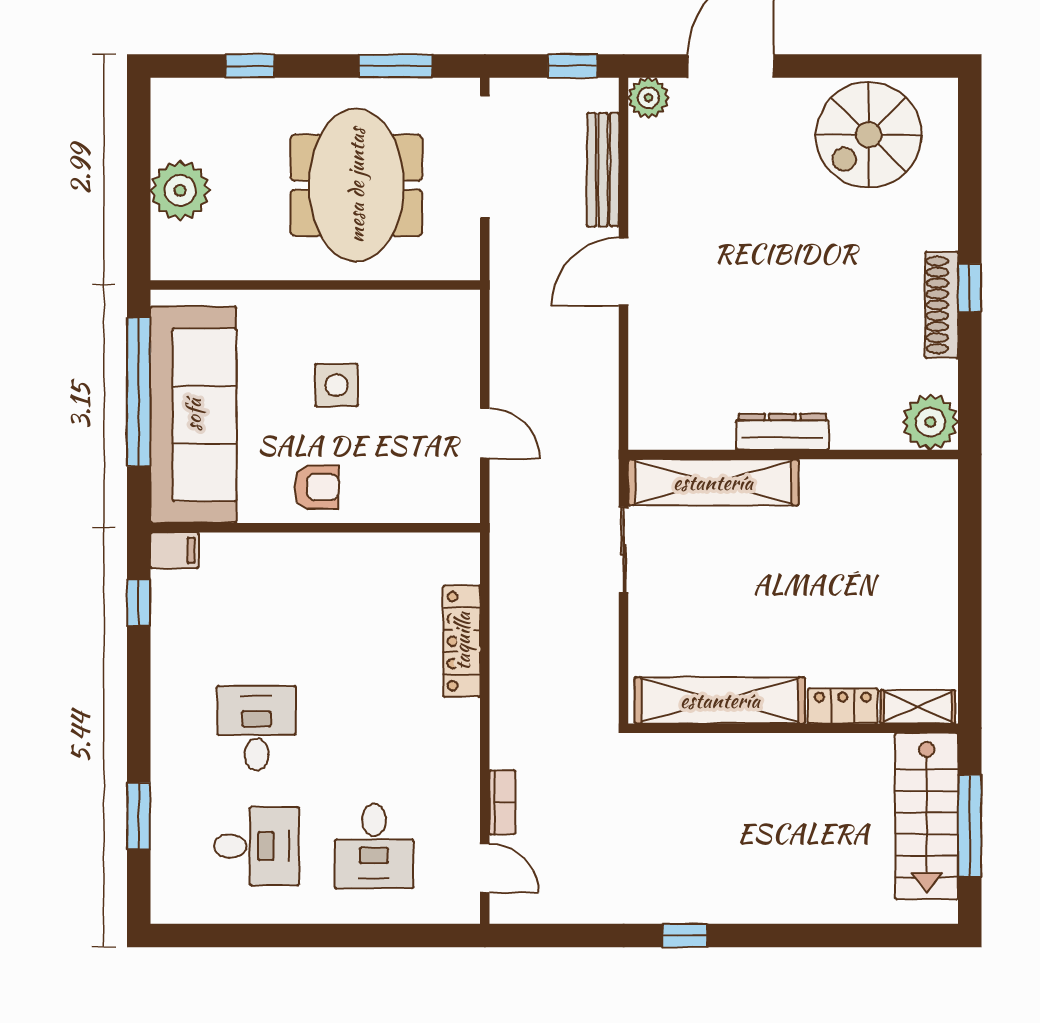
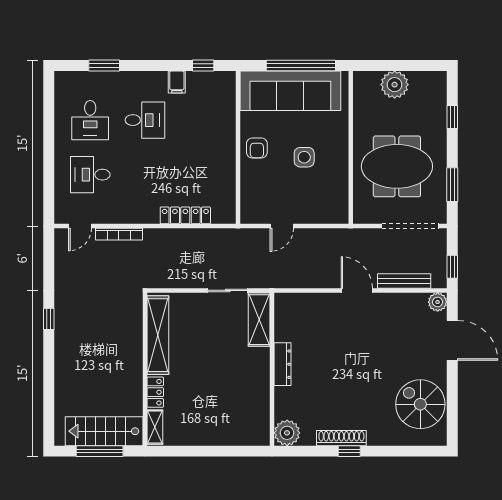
shelving: (713, 482) -> (259, 320), width x0.68
filing cabinet: (174, 550) -> (177, 82), moved
bookcase: (502, 802) -> (119, 234), width x1.56

